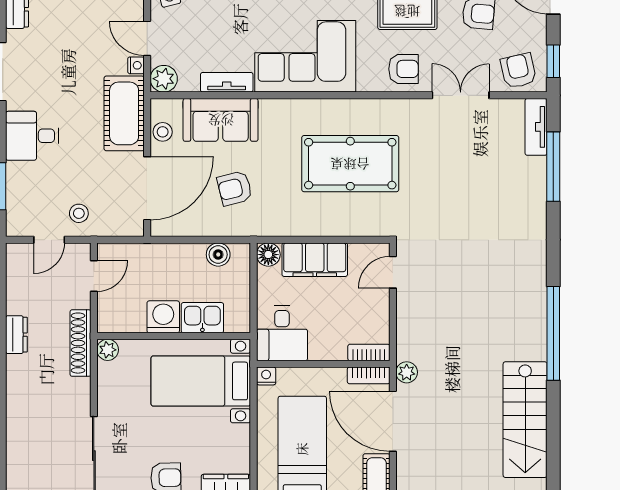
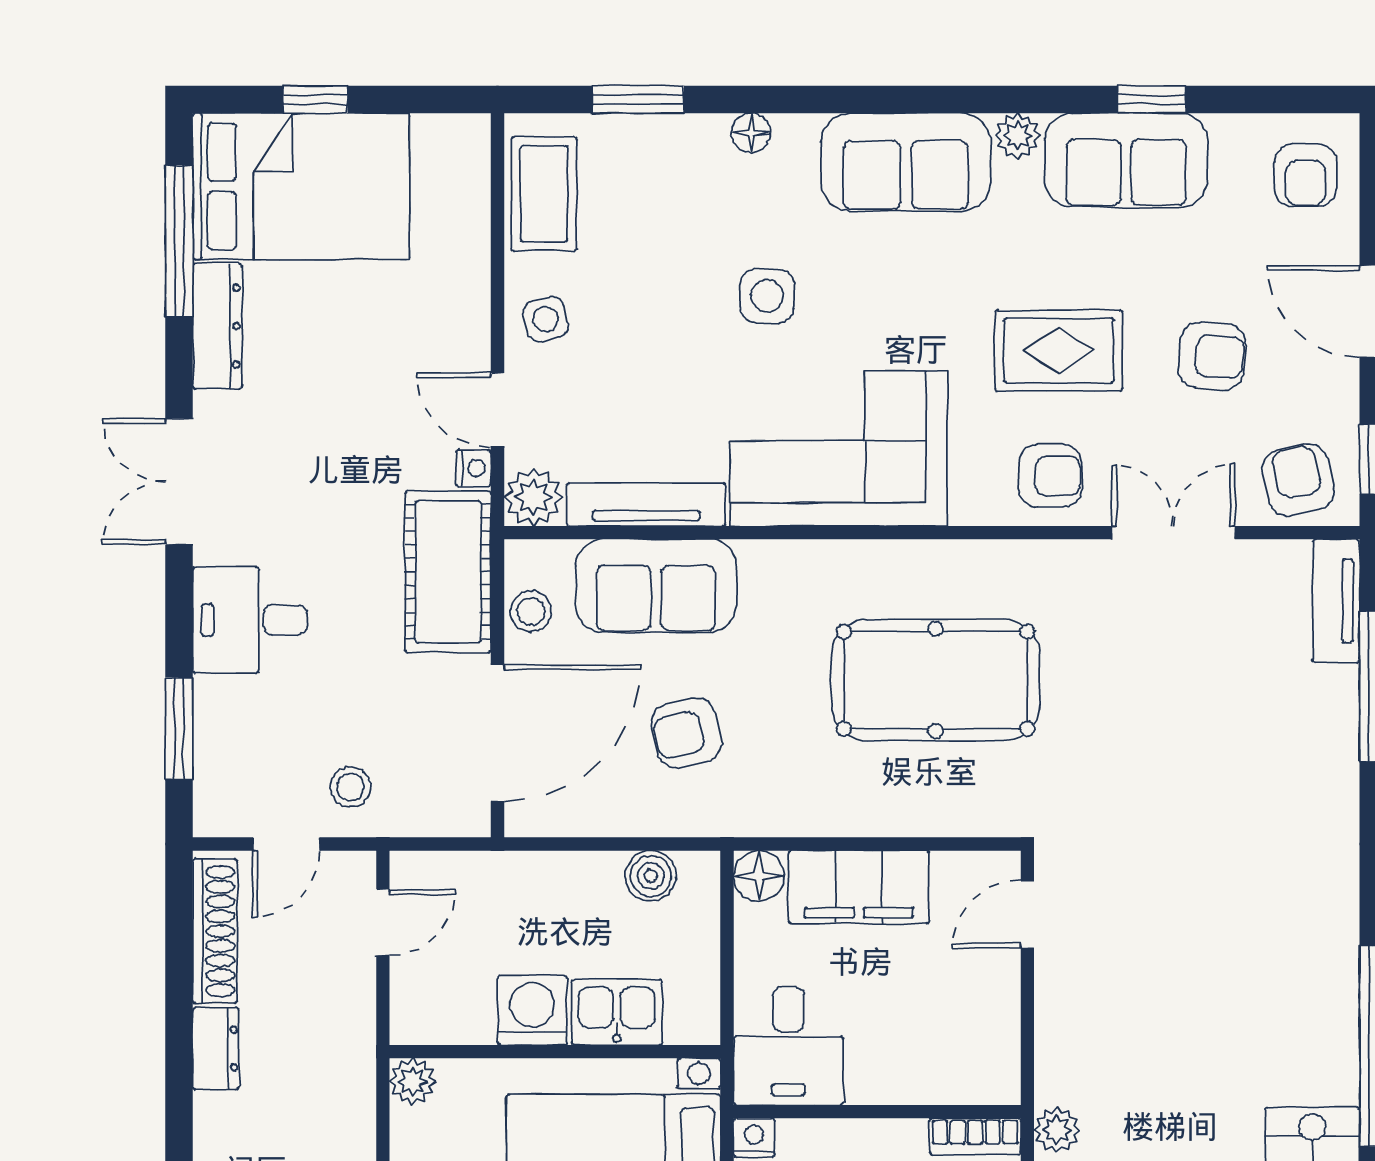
tv unit: (227, 82) -> (646, 505), width x1.41
shoe rack: (80, 343) -> (215, 931), moved, turned 180
bookcase: (369, 352) -> (976, 1087), removed

